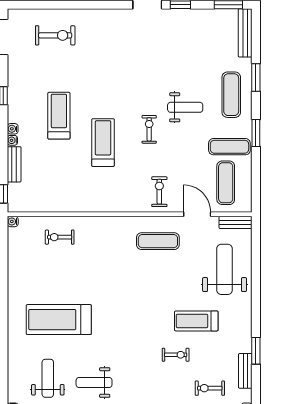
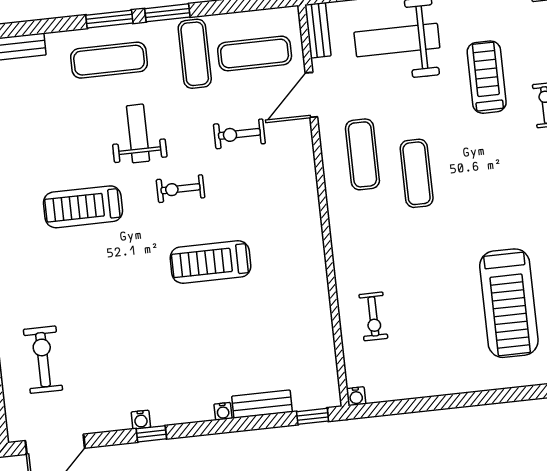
window: (256, 78) -> (109, 19), moved
treadmill: (59, 116) -> (83, 207), moved
water cooler: (13, 129) -> (141, 420), moved
exercise bike: (159, 192) -> (239, 134), moved
exercise mat: (143, 272) -> (417, 173), added
treadmill: (196, 321) -> (487, 77), turned 180

